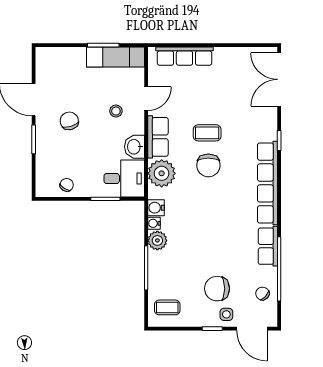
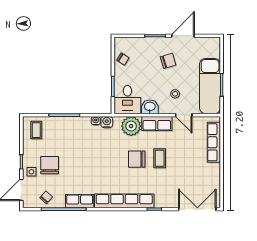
exam couch: (115, 57) -> (210, 86), width x1.36, depth x1.45
plant: (157, 240) -> (84, 123), removed

